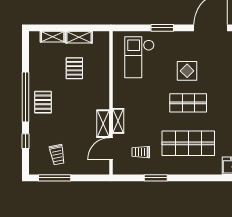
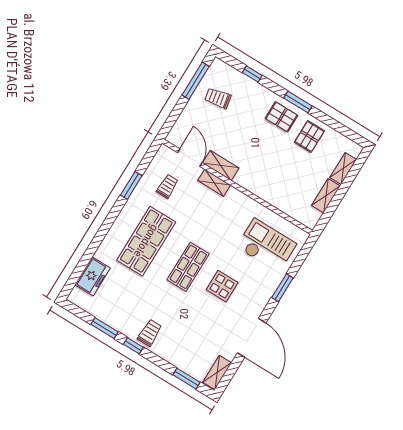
pallet: (74, 68) -> (309, 136), moved, turned 90
window: (26, 97) -> (298, 102), width x0.47

